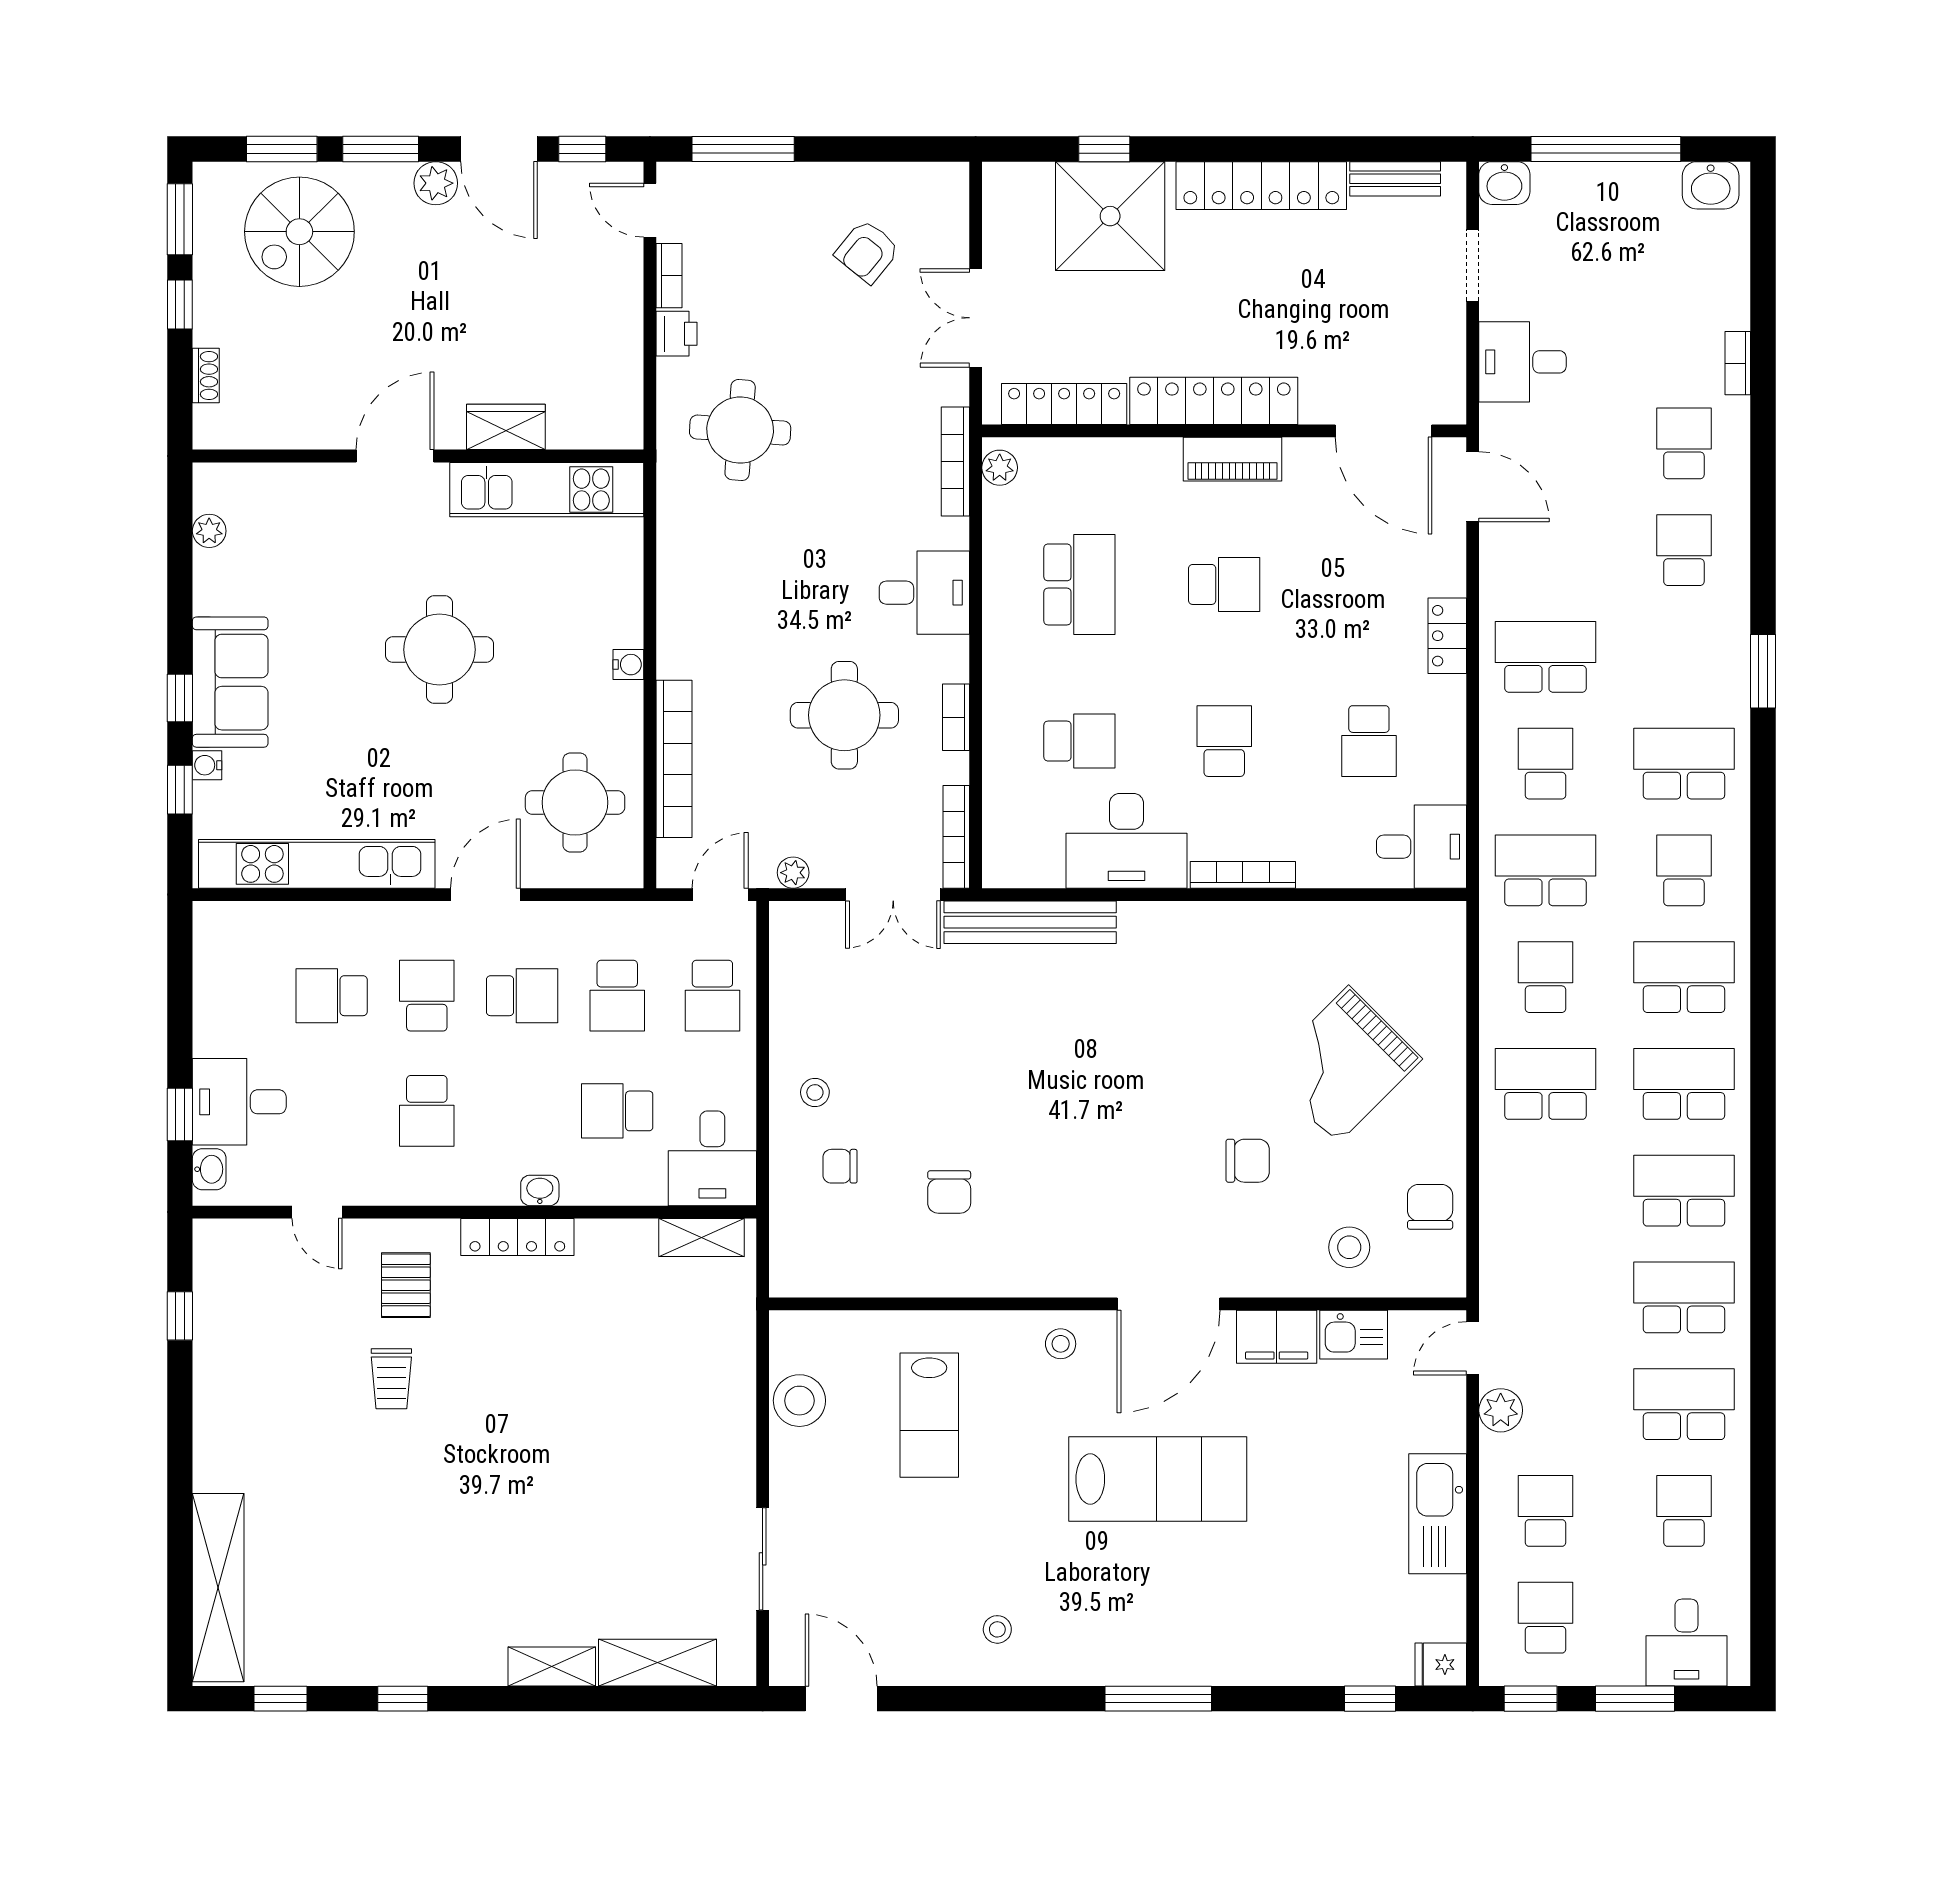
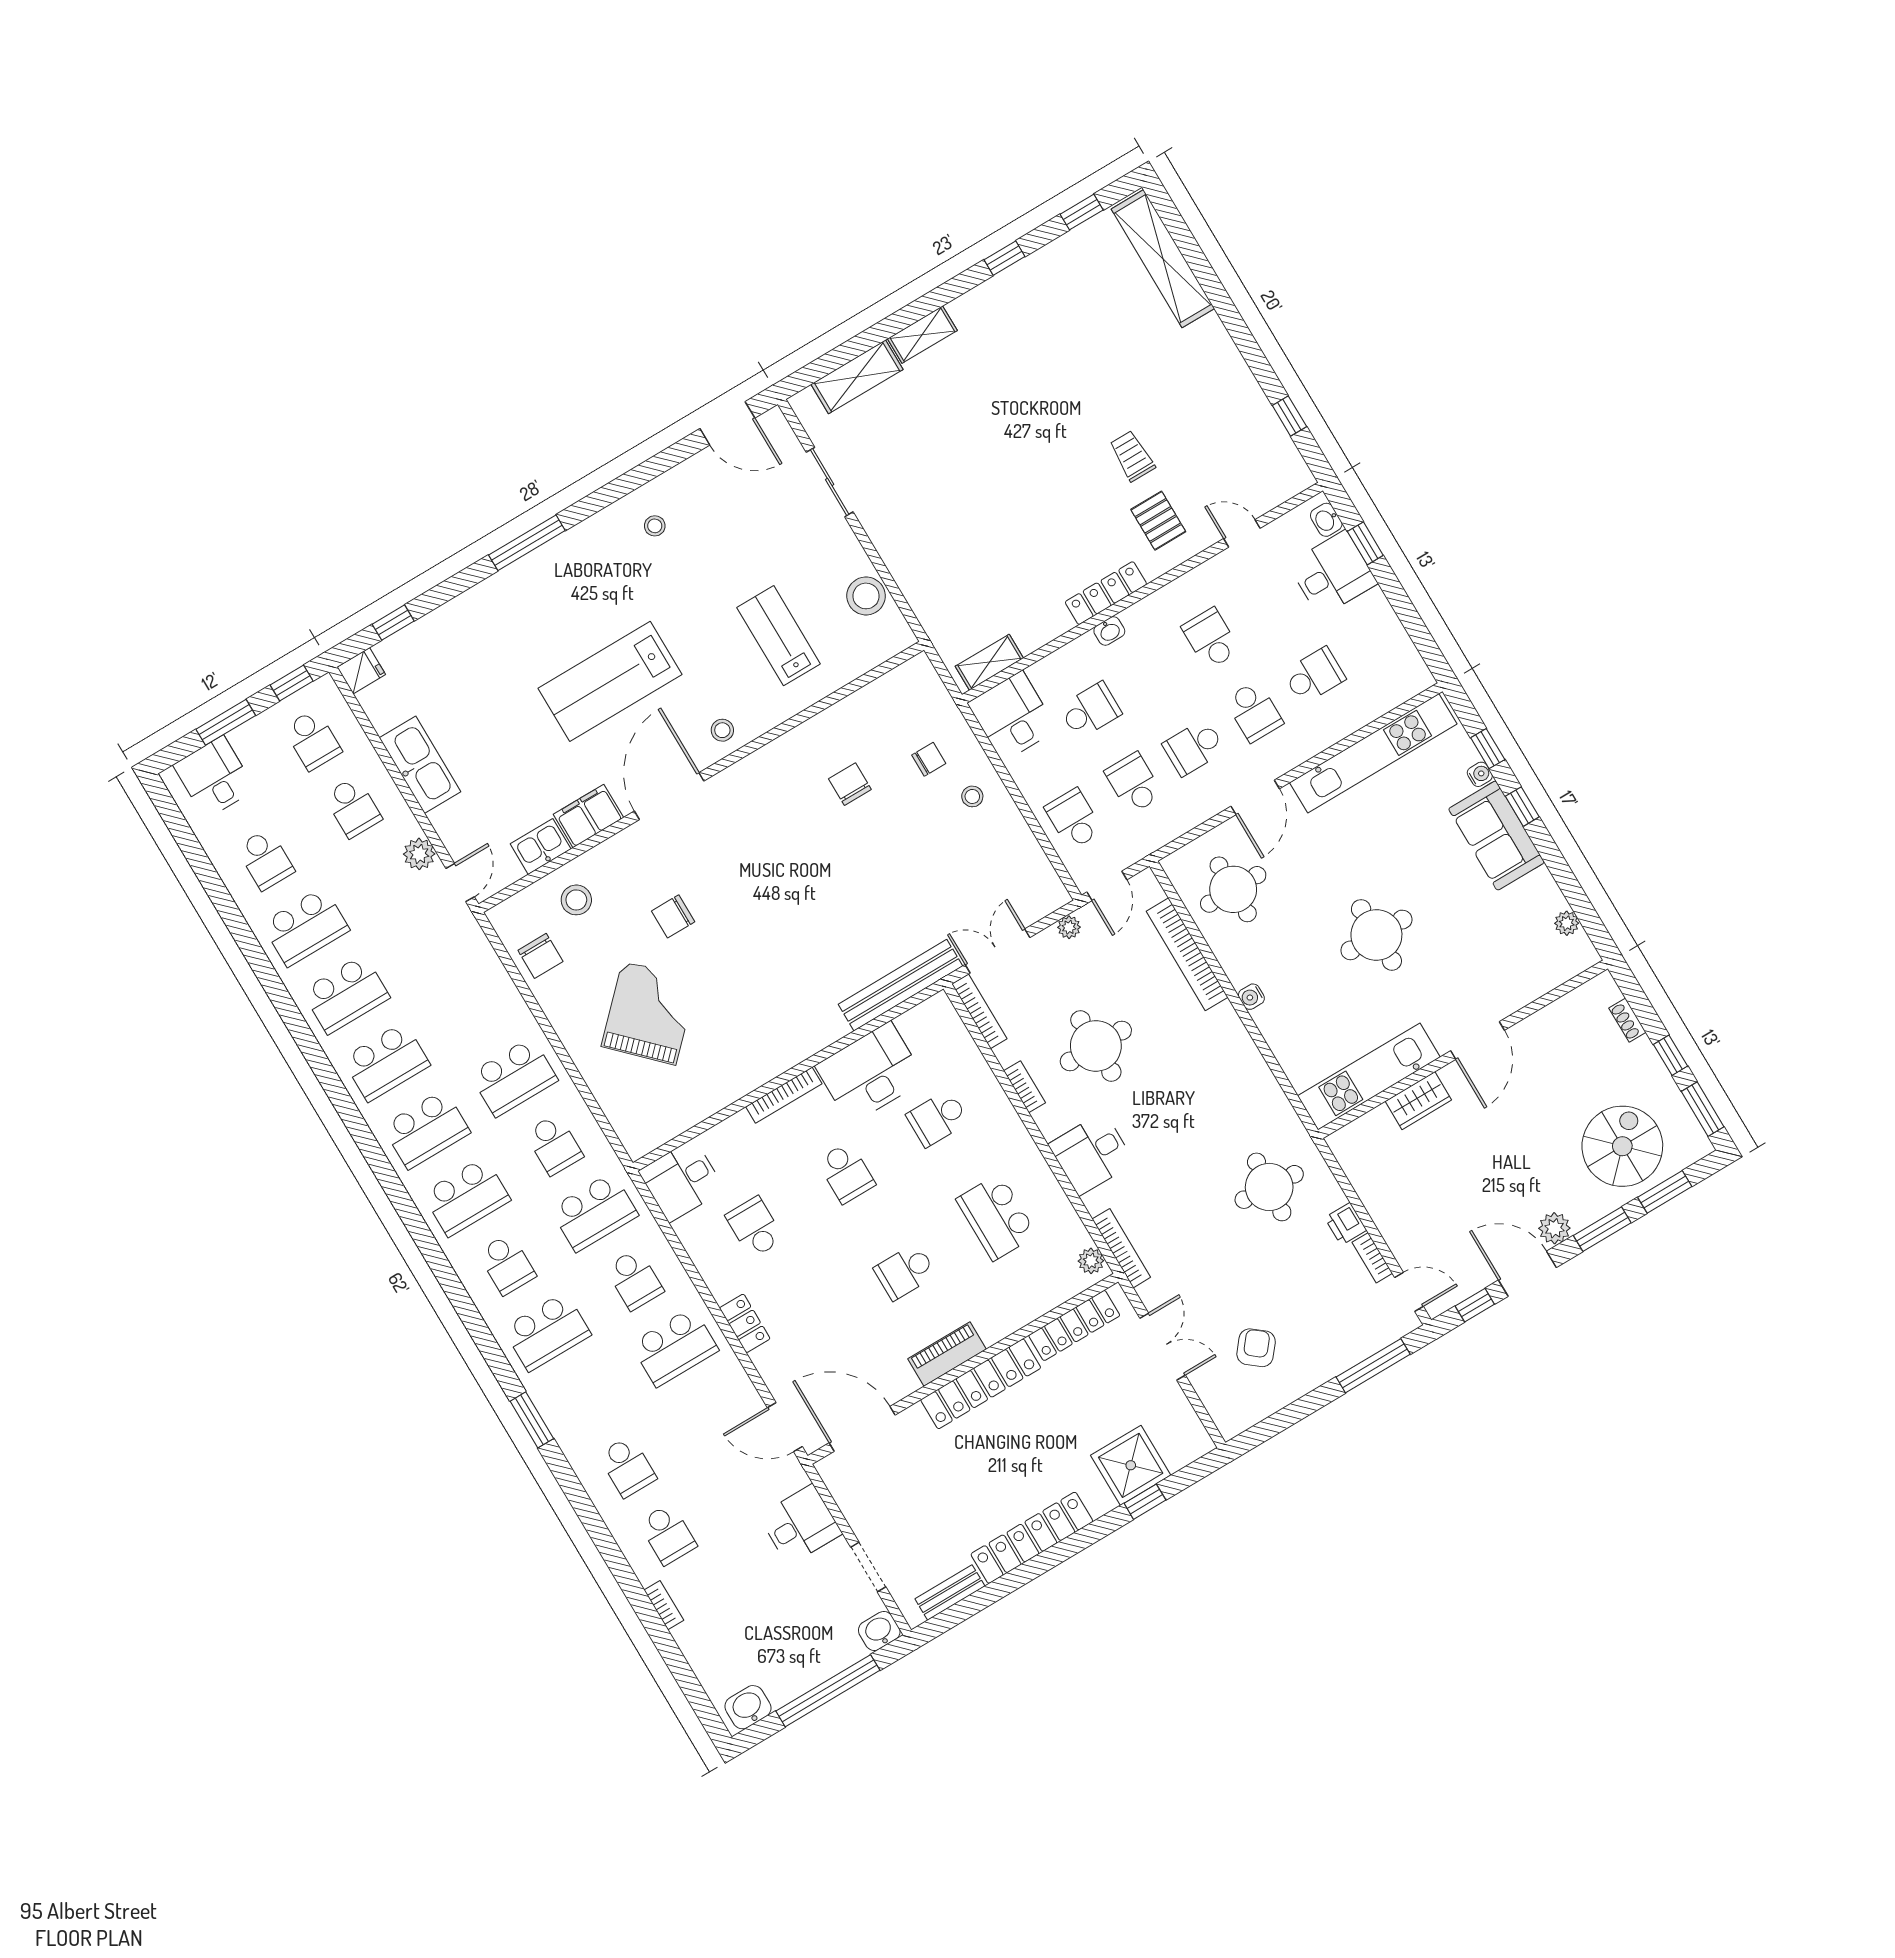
shower: (1110, 216) -> (1131, 1465), width x0.73, depth x0.73

